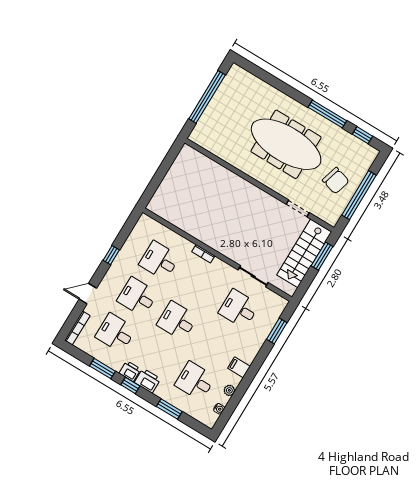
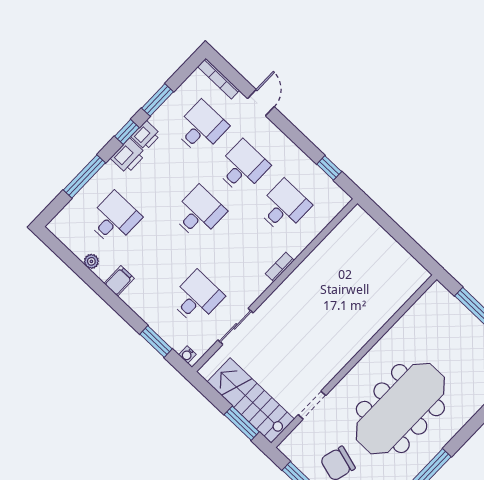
window: (111, 255) -> (329, 168), moved
window: (169, 409) -> (84, 176), width x1.44
water cooler: (219, 409) -> (187, 355), moved

